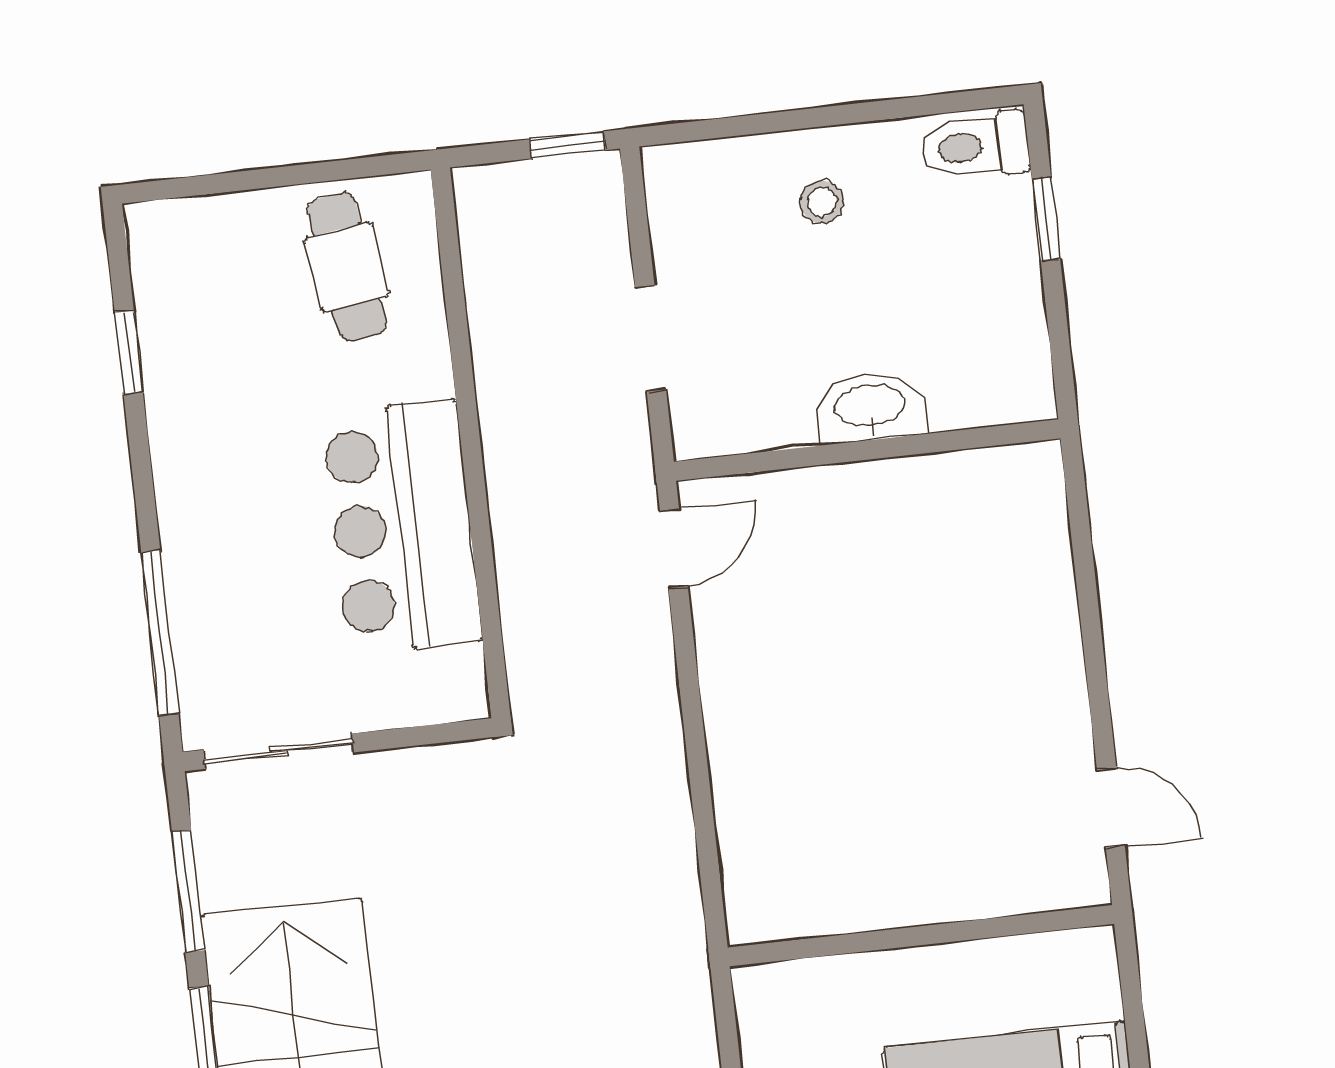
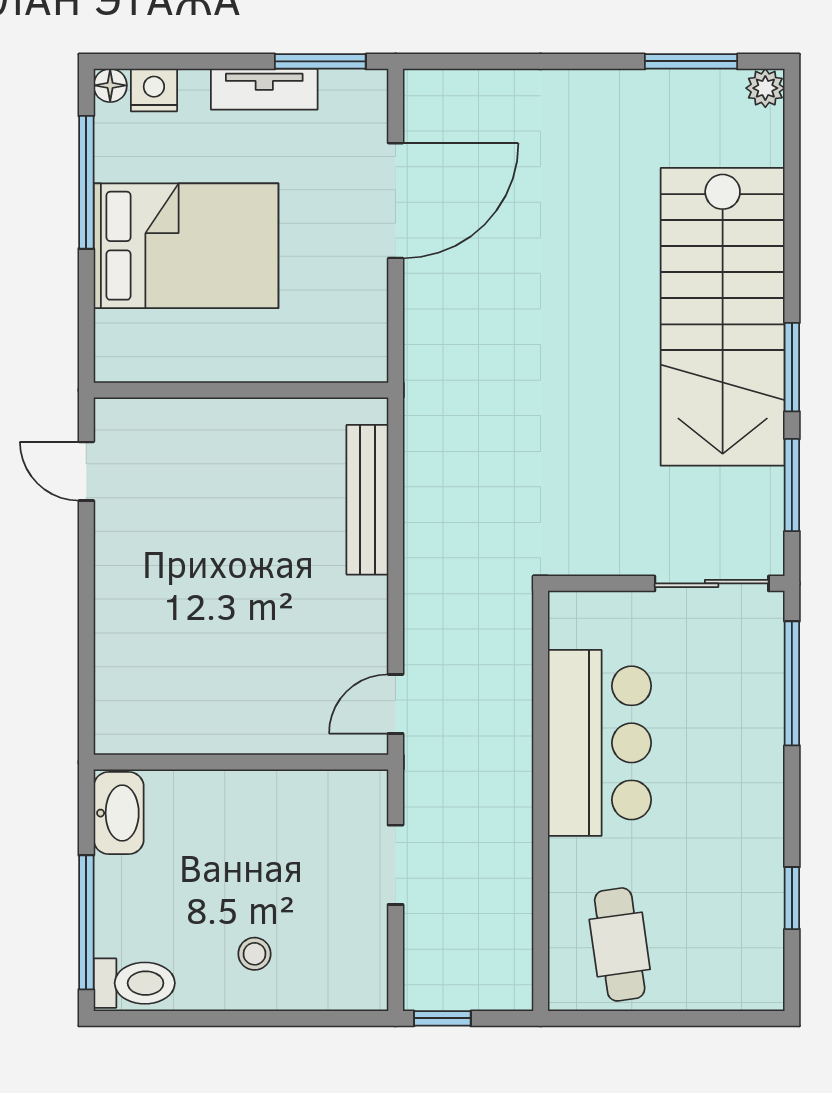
window: (1046, 219) -> (86, 922), width x2.17
washbasin: (870, 407) -> (119, 813), moved, turned -90
bench: (740, 811) -> (367, 500), added

